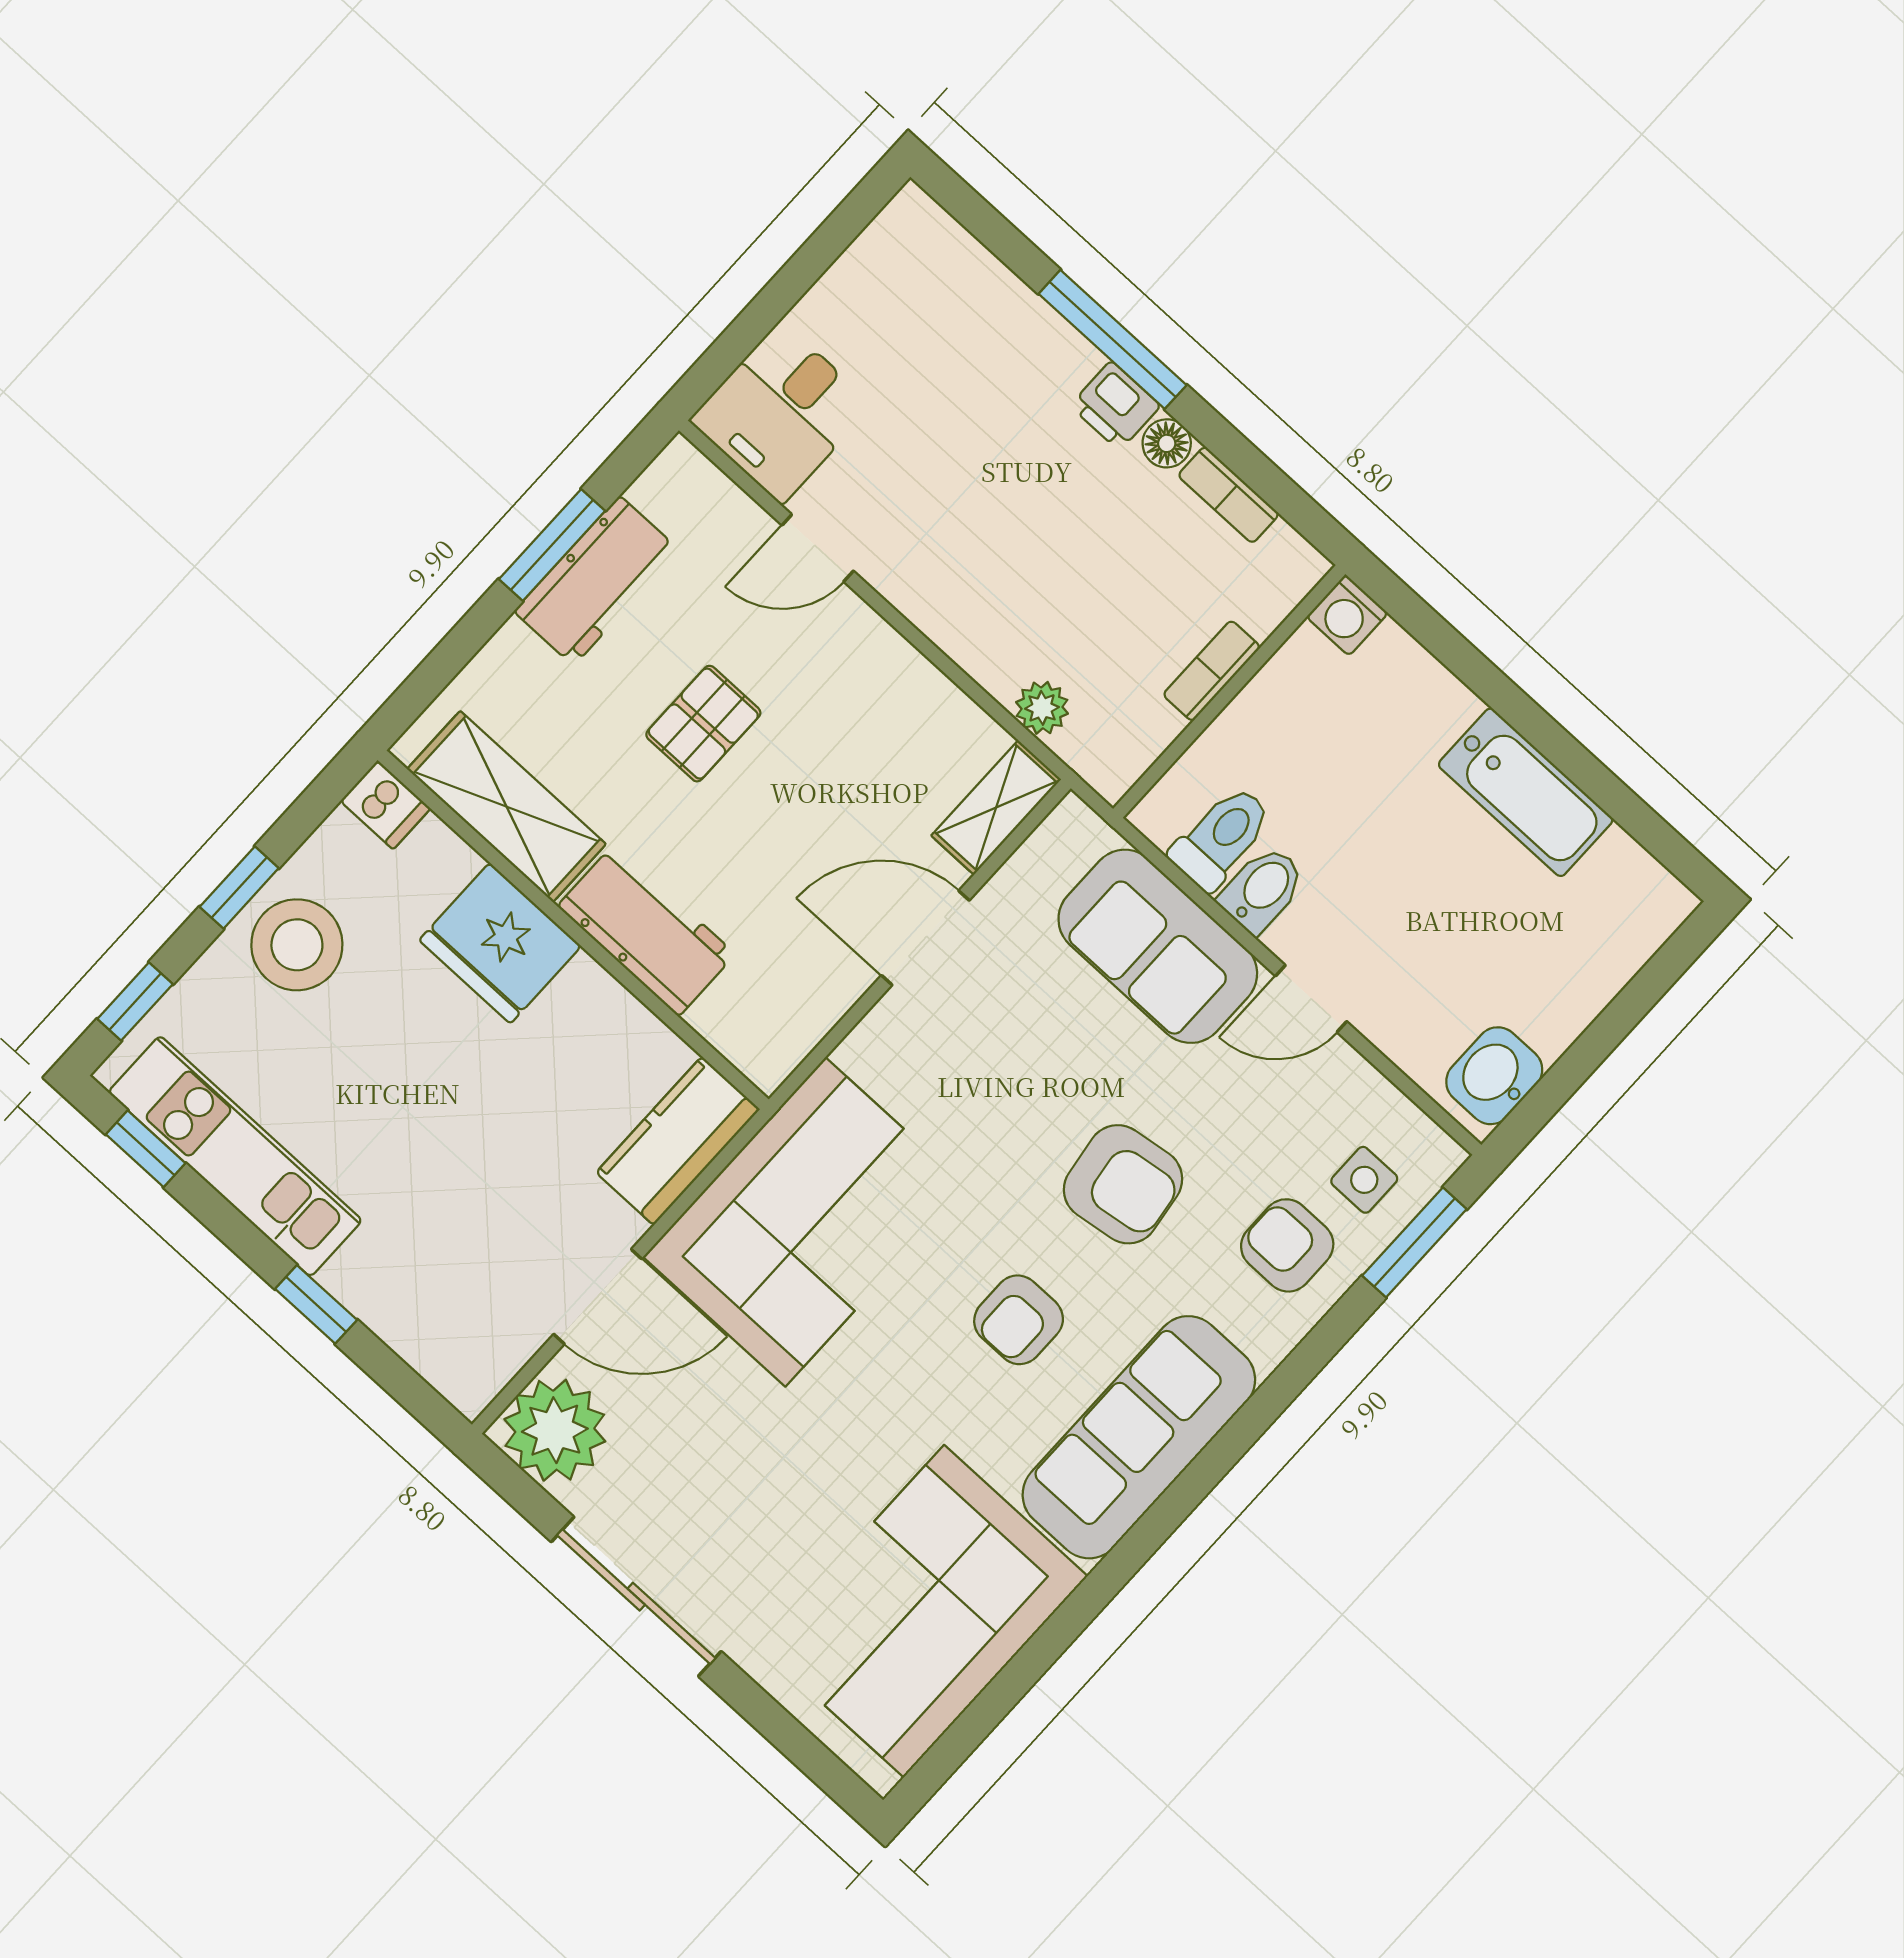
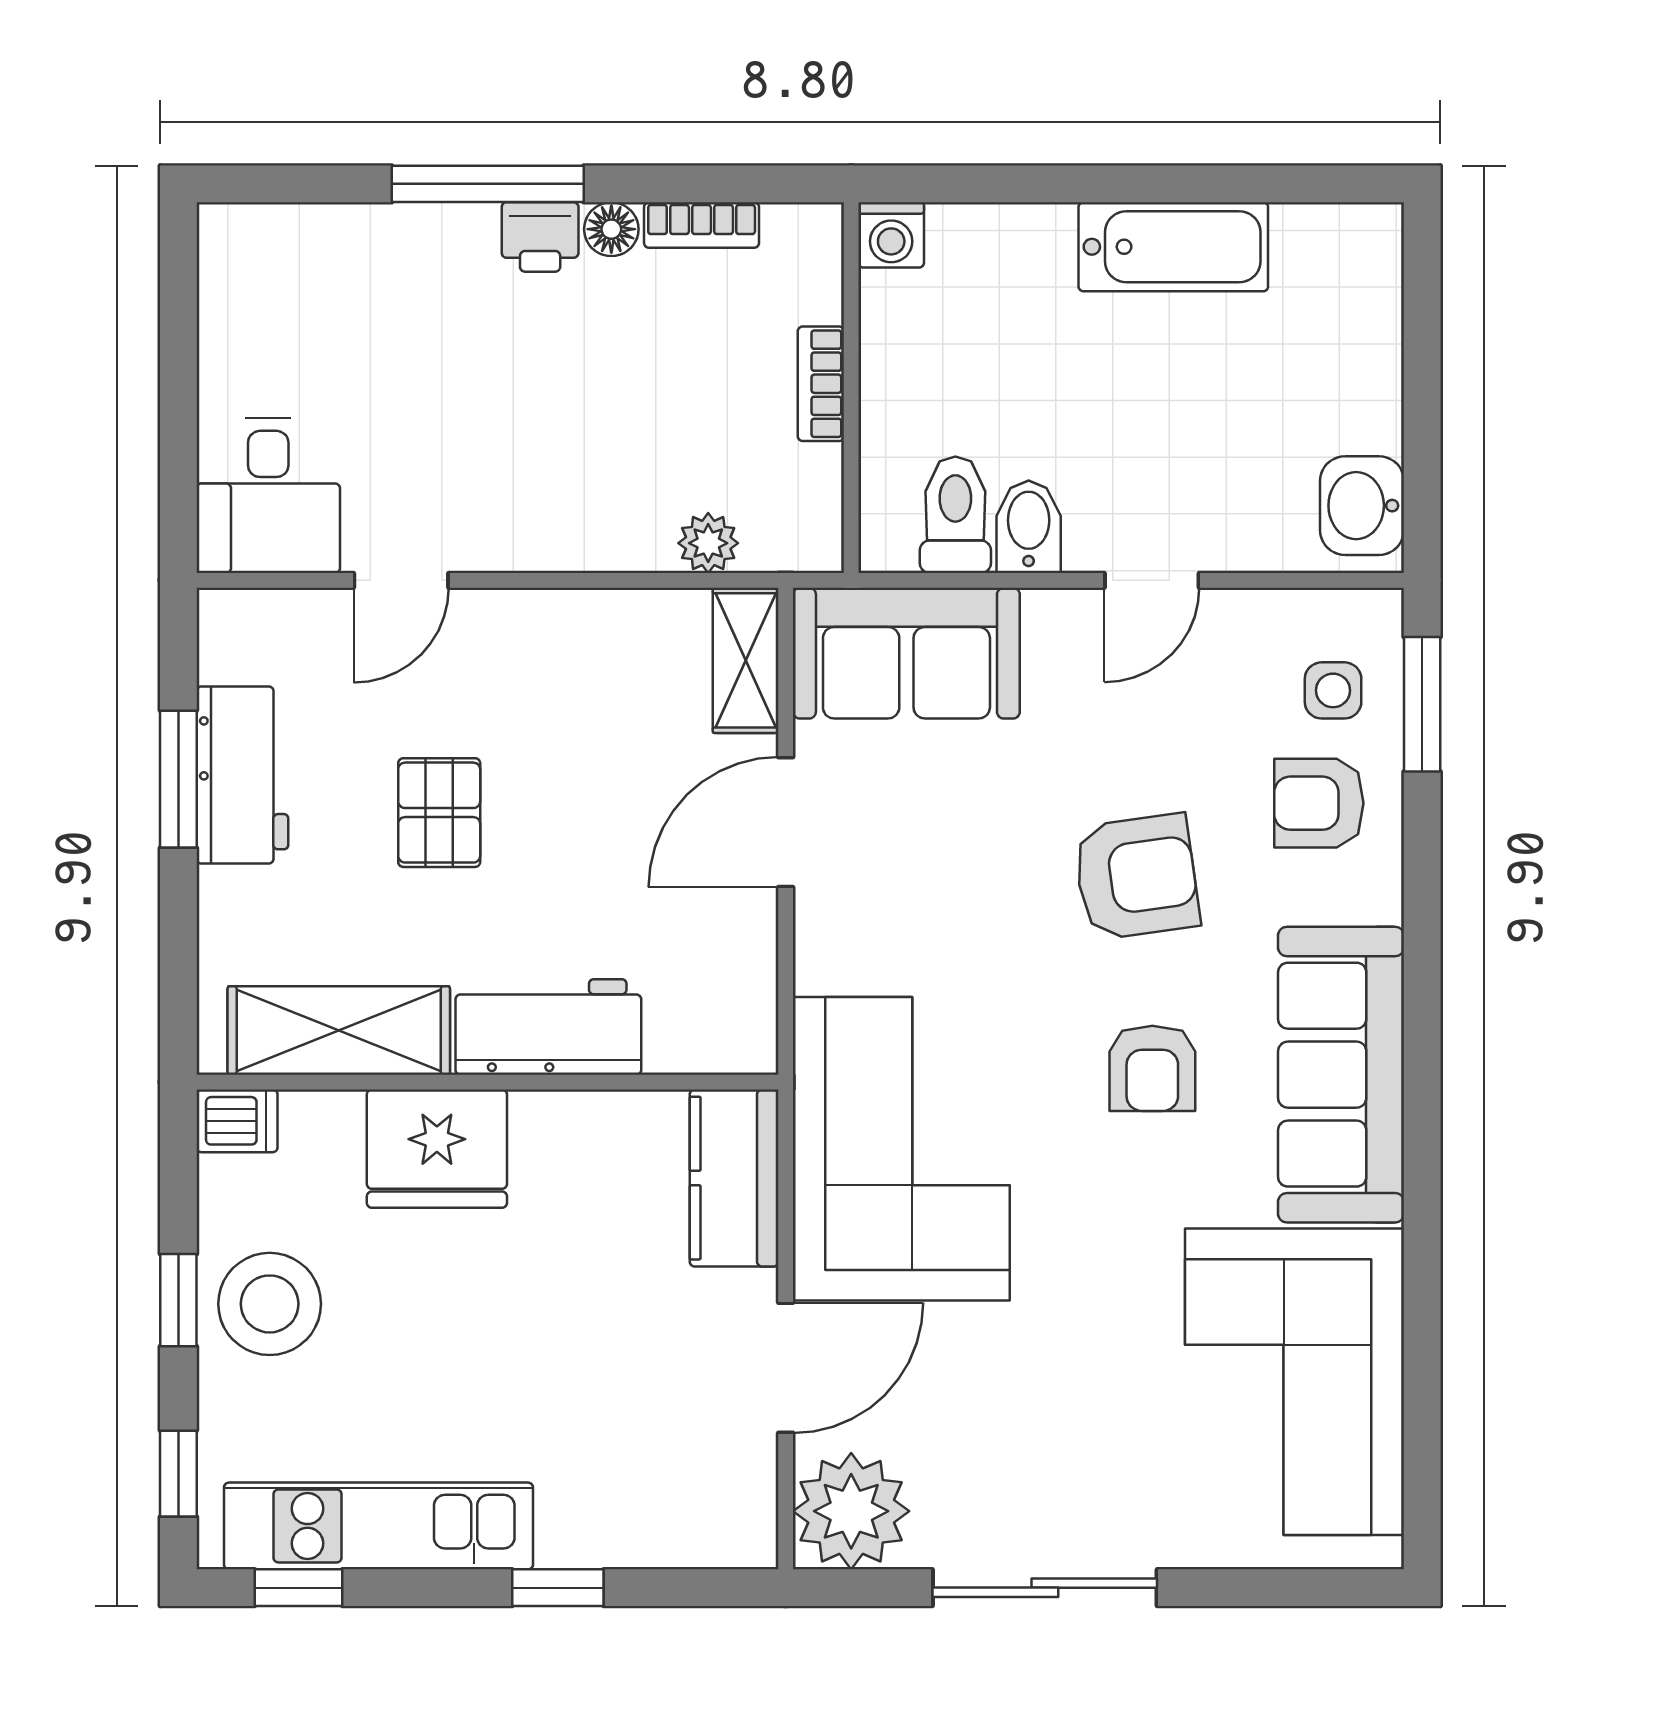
sofa: (1158, 946) -> (906, 653), moved

